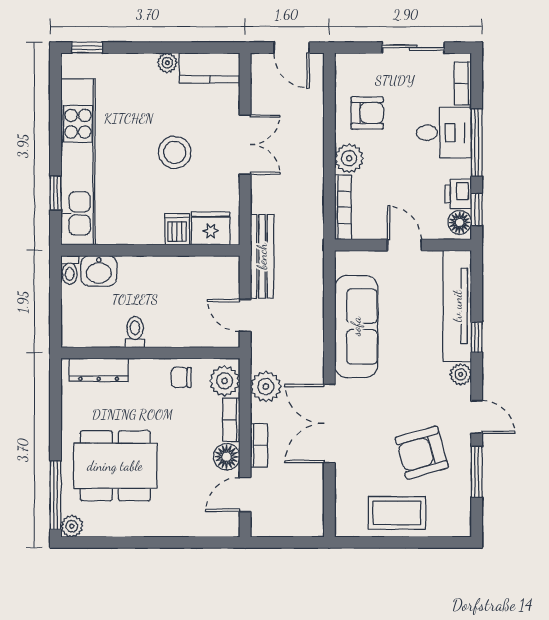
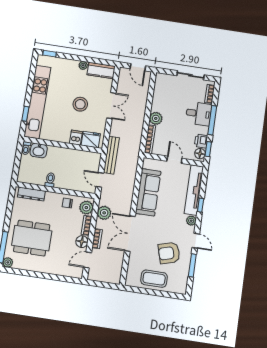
armchair: (367, 113) -> (166, 100), removed

